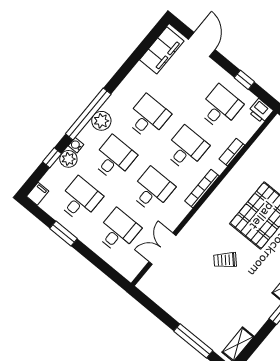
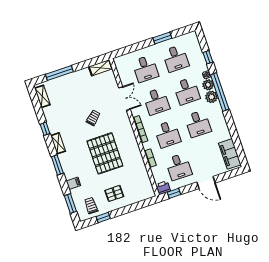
door: (202, 45) -> (206, 182), moved
window: (244, 80) -> (174, 193), moved
plant: (68, 159) -> (208, 85), moved
filing cabinet: (38, 194) -> (193, 37), removed
double door: (162, 249) -> (124, 99), moved
shelving: (153, 291) -> (100, 68), added

